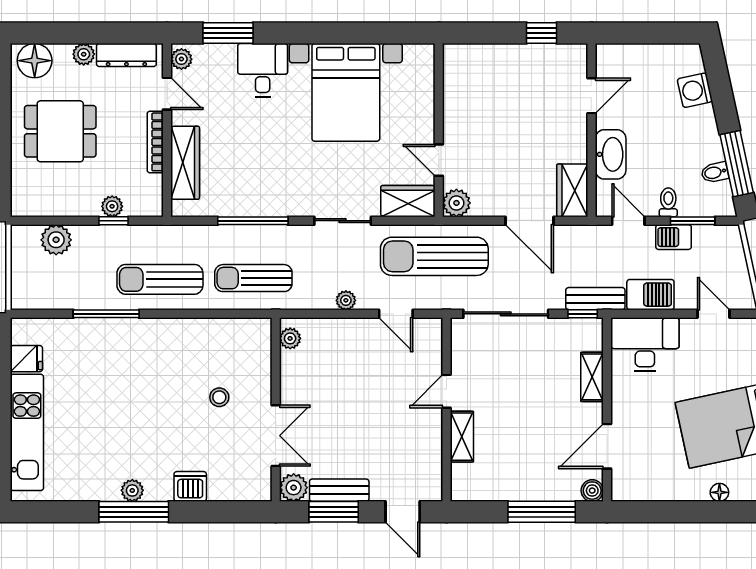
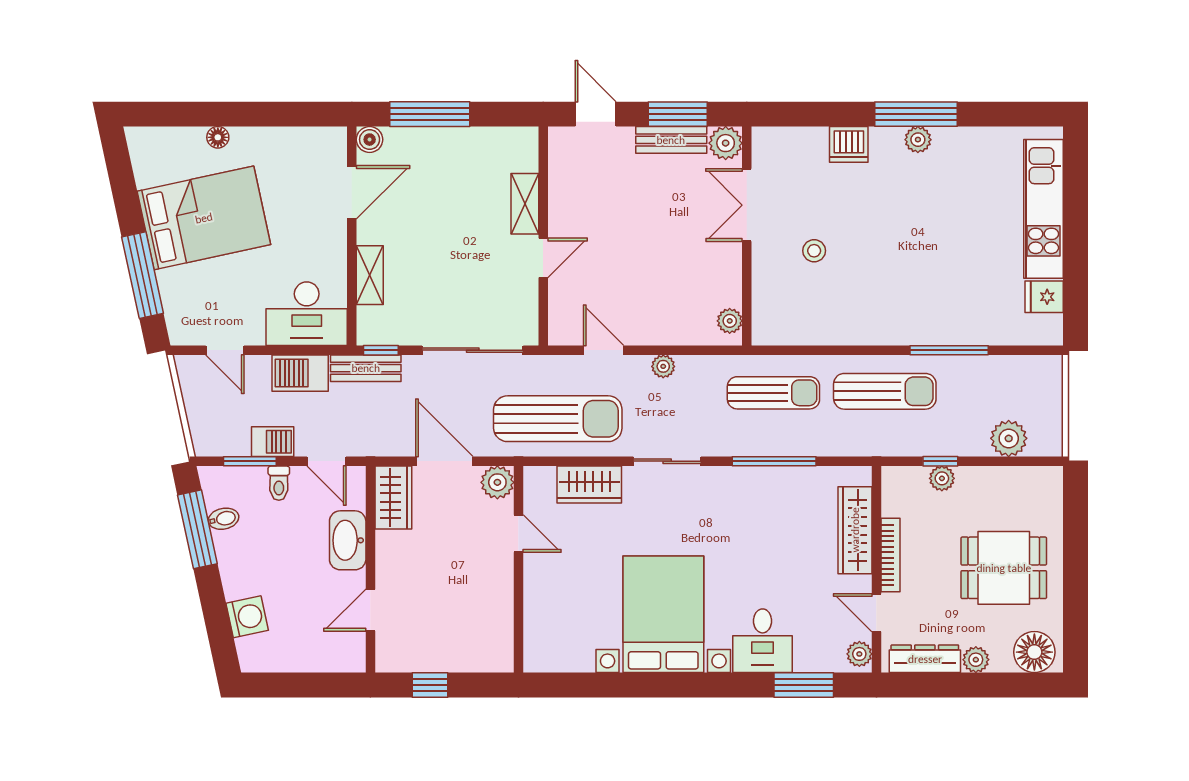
wall: (439, 130) -> (518, 569), moved
door: (439, 160) -> (518, 533), moved
plant: (456, 203) -> (497, 482), moved

